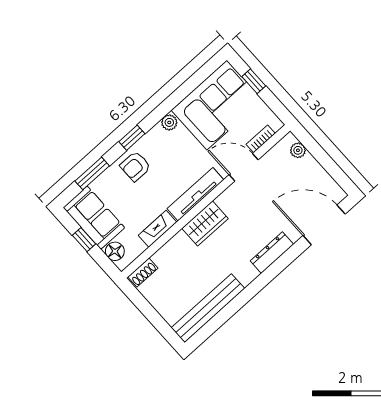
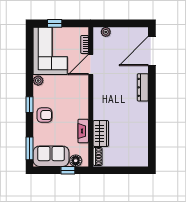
armchair: (135, 166) -> (44, 115), turned -90
window: (92, 173) -> (30, 148), moved
tv unit: (195, 194) -> (83, 99), removed
wardrobe: (205, 223) -> (101, 133), moved
window: (84, 240) -> (68, 170), moved
bench: (208, 308) -> (142, 141), removed

